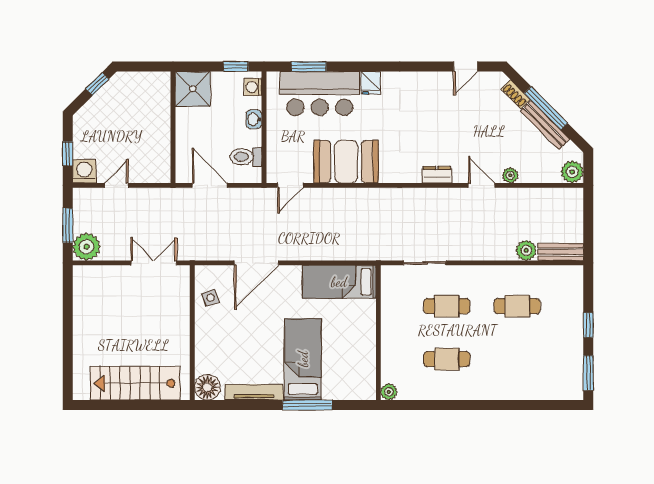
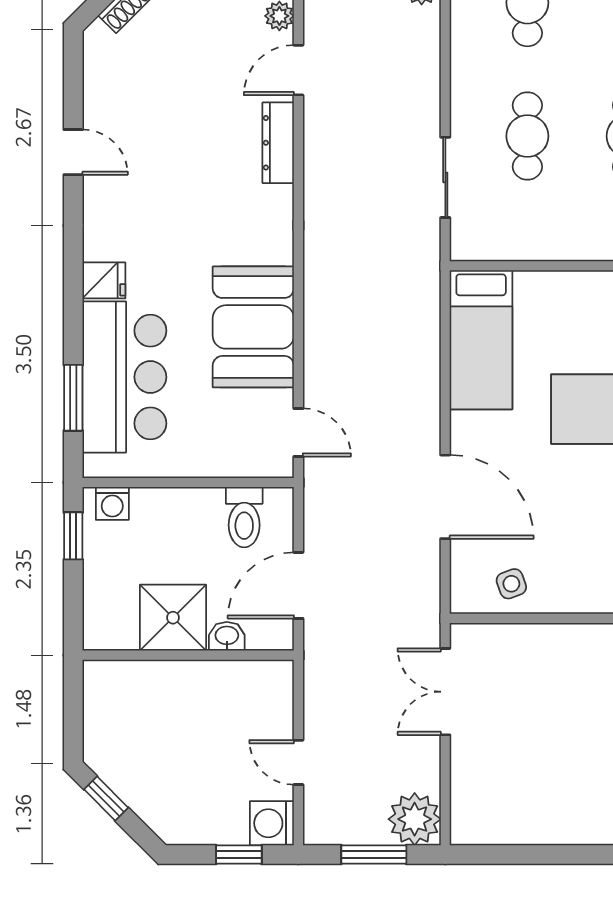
door: (466, 67) -> (73, 152), moved
shower: (193, 89) -> (173, 618), moved
washbasin: (254, 119) -> (227, 636), moved, turned 180
dresser: (437, 175) -> (278, 143), width x1.44

